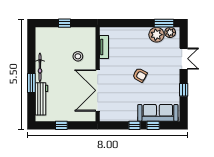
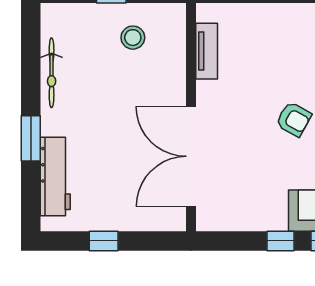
stool: (78, 56) -> (133, 38), moved
bicycle: (40, 67) -> (52, 73), moved

